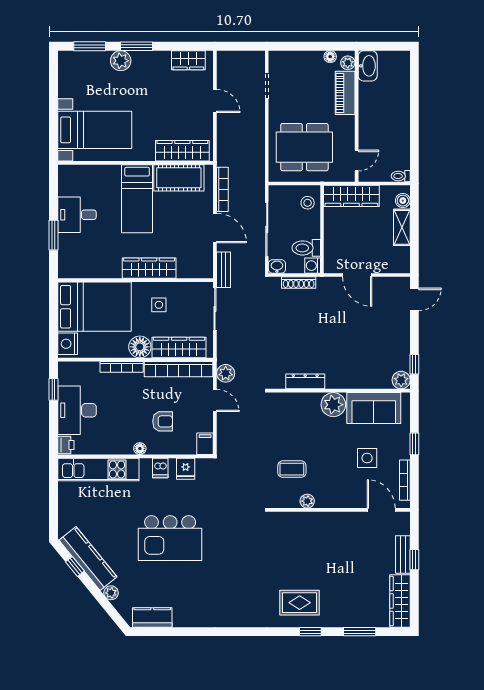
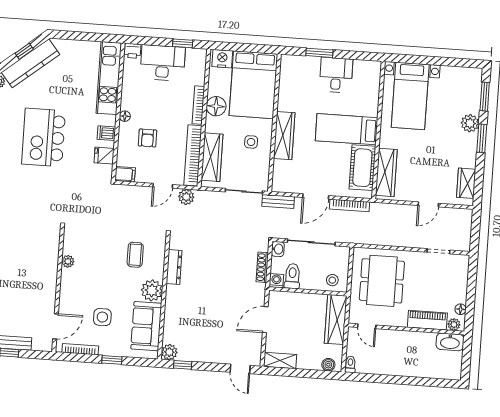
shelving: (402, 227) -> (280, 361), moved
floor lamp: (140, 347) -> (216, 106), moved
coffee table: (292, 469) -> (135, 255), moved

